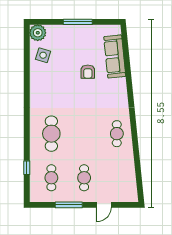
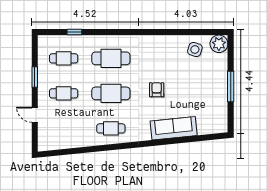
sofa: (115, 57) -> (174, 128), moved
armchair: (88, 72) -> (157, 90), moved, turned 90
cafe table: (84, 134) -> (111, 93), added
window: (69, 205) -> (35, 77), width x0.69

